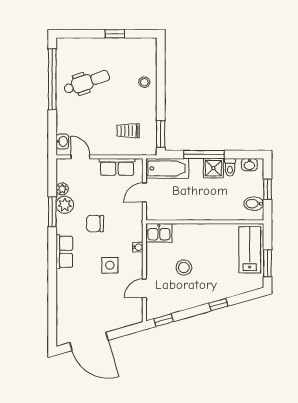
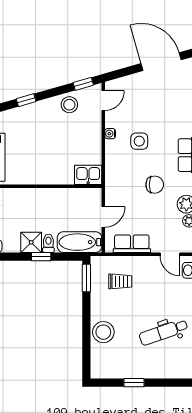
stool: (144, 82) -> (103, 332), width x1.89, depth x1.89
window: (204, 155) -> (41, 257), width x0.46
toilet: (230, 167) -> (48, 243), moved
water cooler: (138, 247) -> (110, 134), moved
stool: (184, 267) -> (69, 105), moved
door: (144, 288) -> (103, 101), moved

